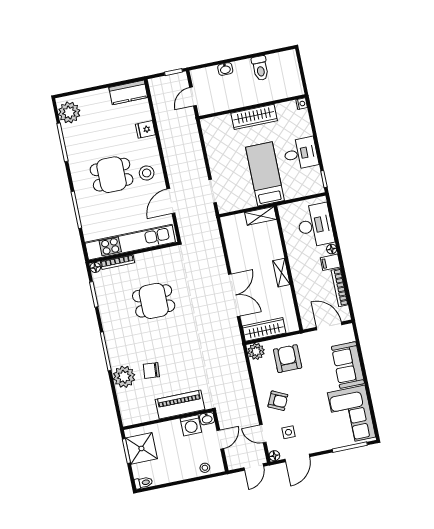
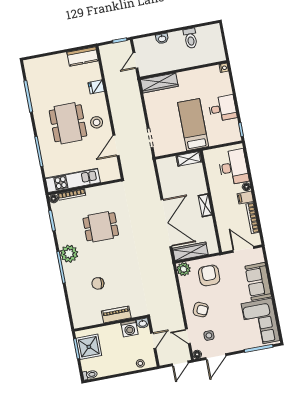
plant: (69, 112) -> (34, 72), removed
wardrobe: (254, 117) -> (159, 83), moved
dining table: (112, 175) -> (68, 123), width x1.37
kitchen unit: (130, 242) -> (73, 180), width x0.73
double door: (234, 295) -> (166, 223), width x1.36
plant: (124, 377) -> (69, 254), moved
piano: (180, 405) -> (116, 314), width x0.73, depth x0.75

